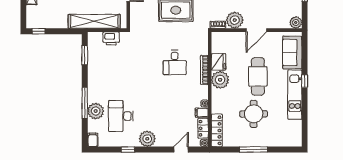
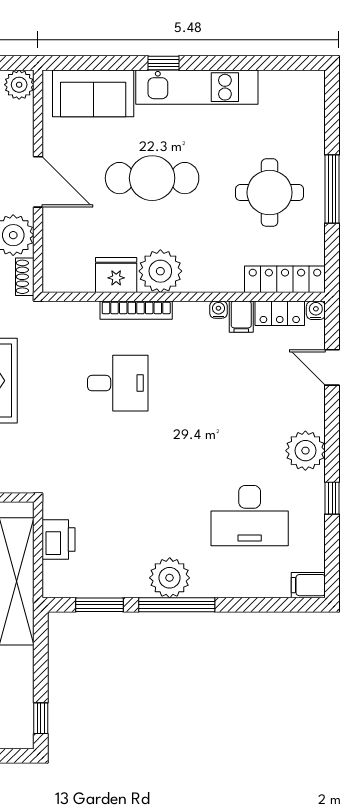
window: (85, 103) -> (177, 605), moved
plant: (96, 111) -> (170, 578), moved
round table: (254, 114) -> (270, 193), moved

